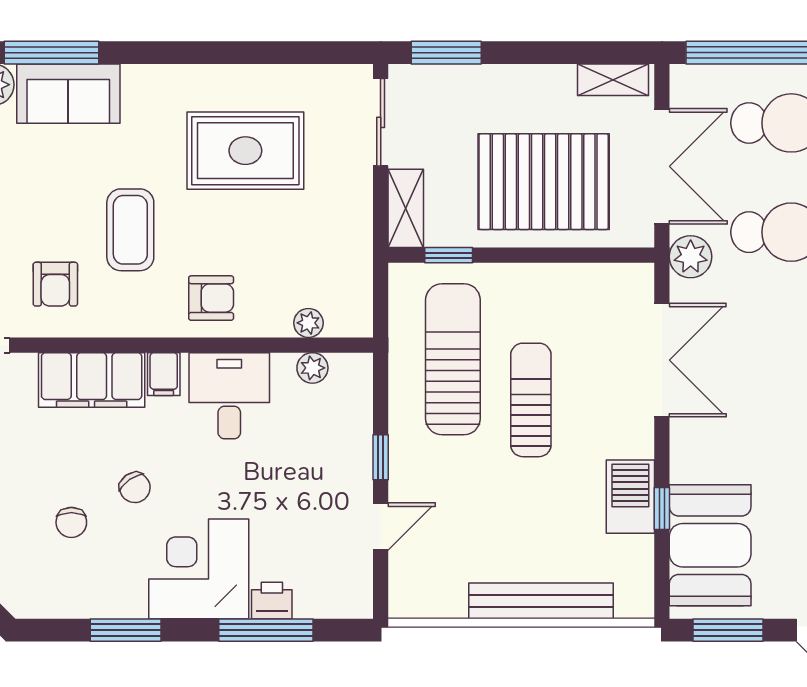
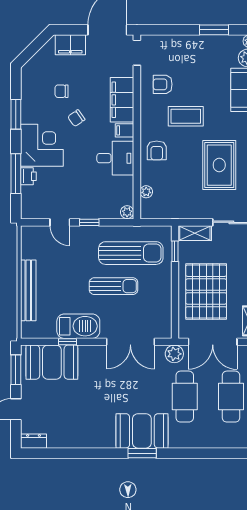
plant: (312, 368) -> (127, 212), moved
barbecue: (630, 497) -> (78, 326), width x1.37, depth x1.21

